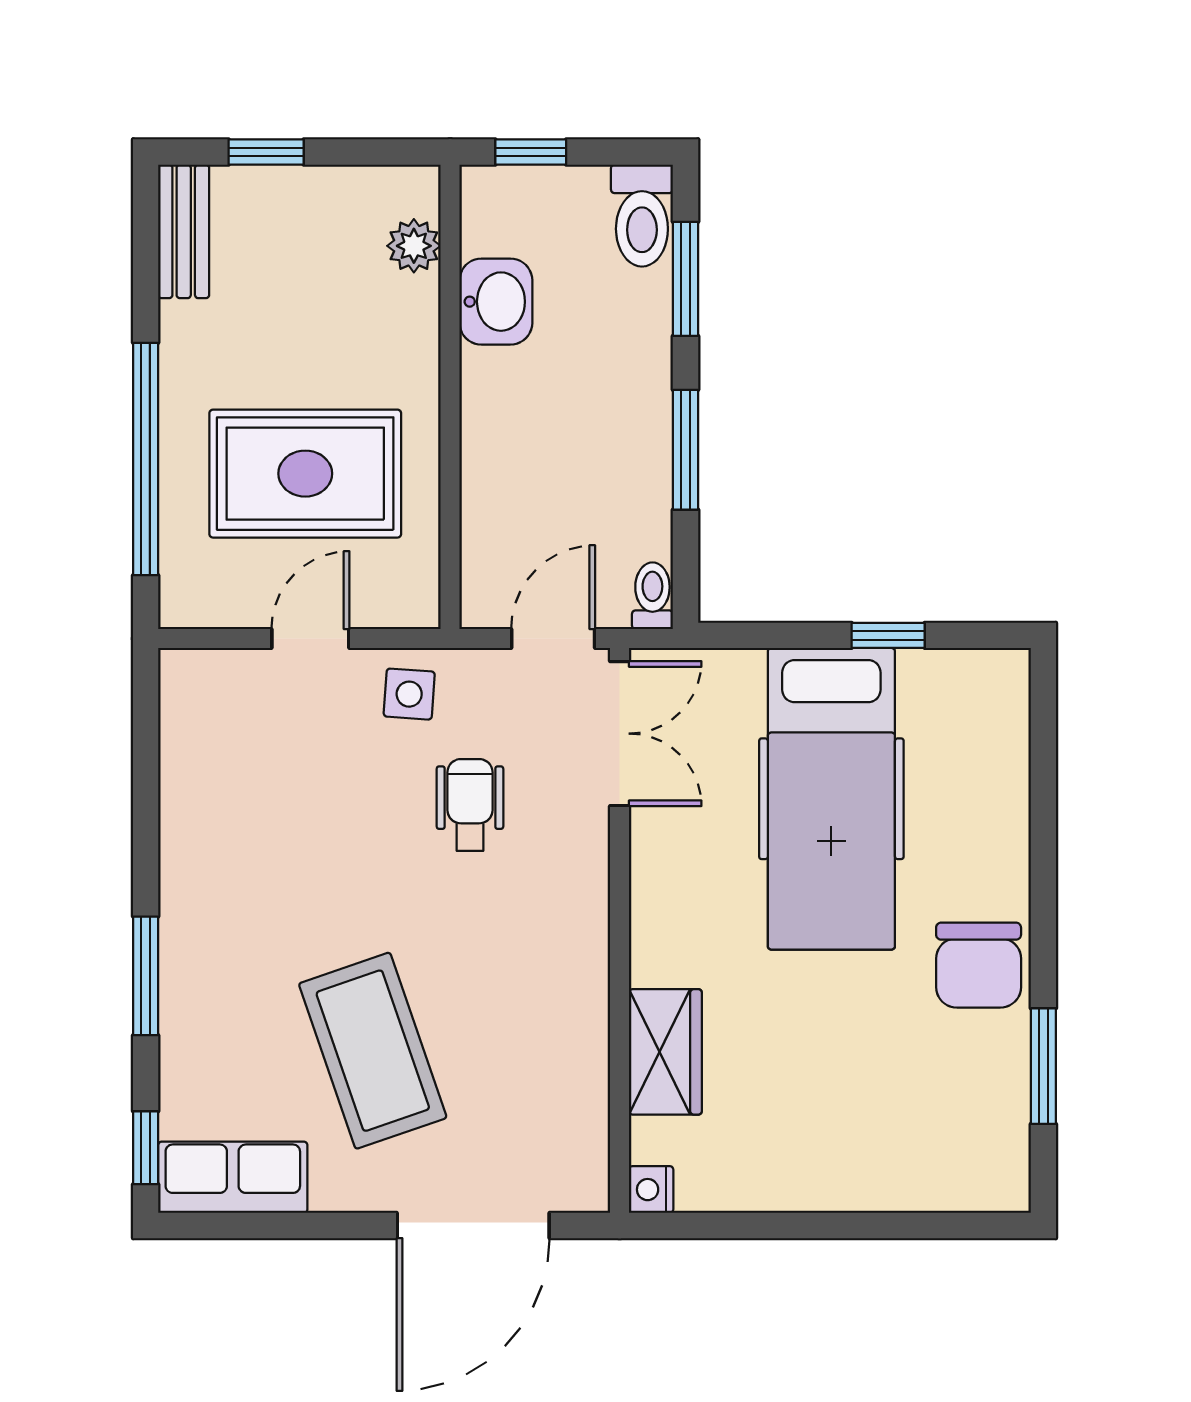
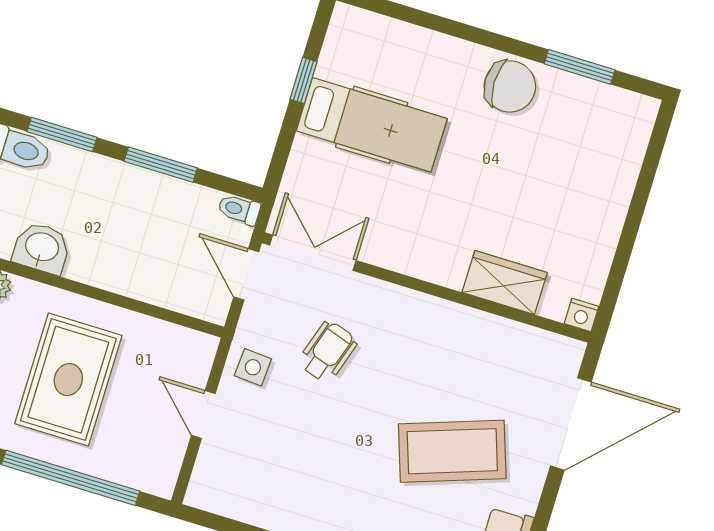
rug: (305, 474) -> (68, 380), moved
hospital bed: (831, 799) -> (372, 125), width x0.73, depth x0.78
wheelchair: (470, 805) -> (328, 352), turned 108
door: (473, 1226) -> (571, 424), hinge flipped

